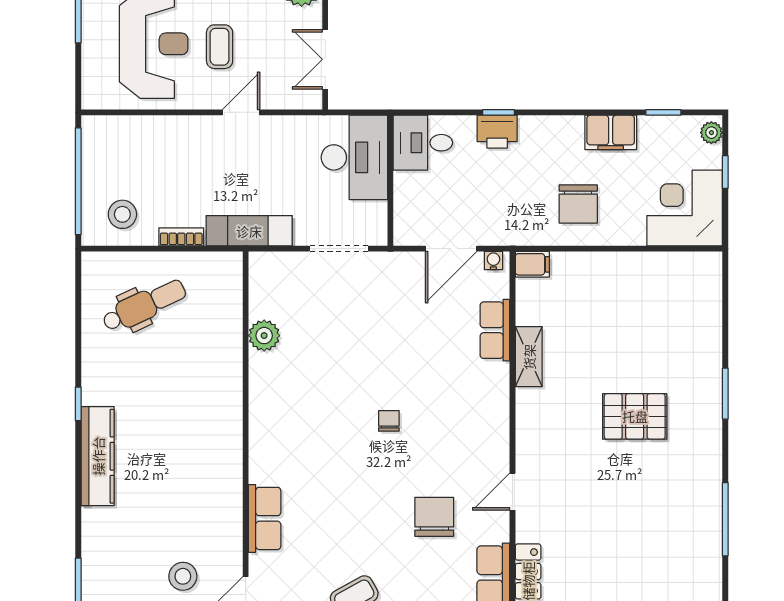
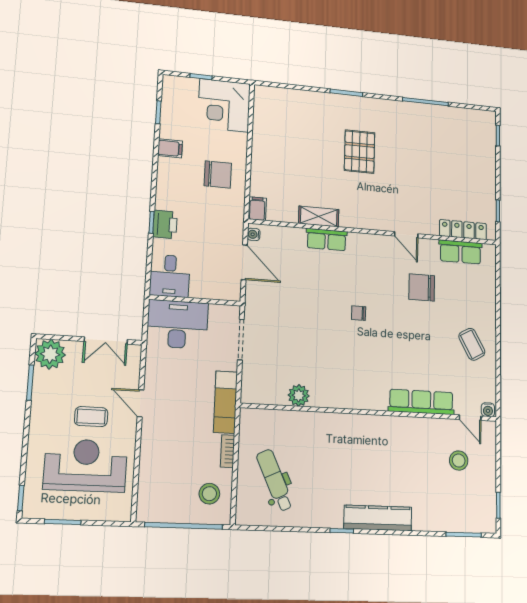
filing cabinet: (611, 132) -> (170, 148), width x0.50
plant: (711, 133) -> (174, 83), removed
row of seats: (495, 330) -> (327, 240), moved
row of seats: (265, 518) -> (421, 402), width x1.48

